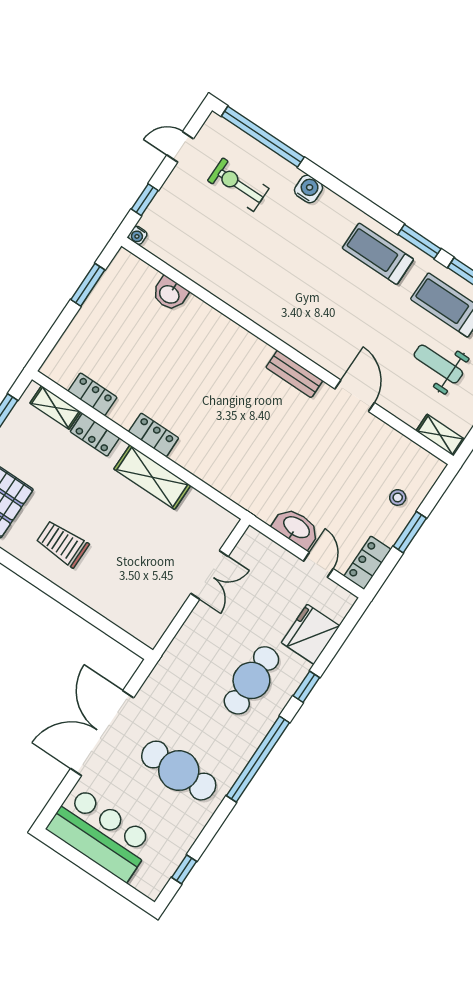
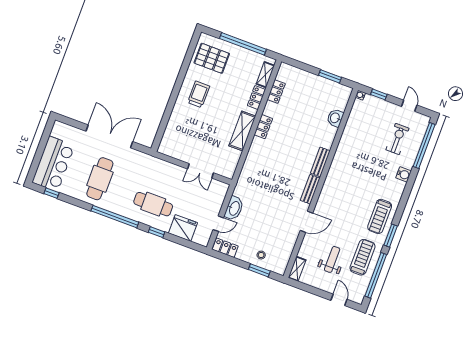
treadmill: (378, 254) -> (380, 216), turned 180
bench: (247, 342) -> (320, 162), added
window: (410, 532) -> (259, 270), moved
bar counter: (101, 834) -> (53, 164), moved

